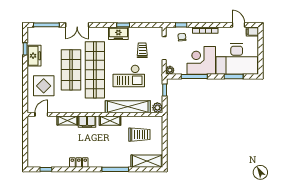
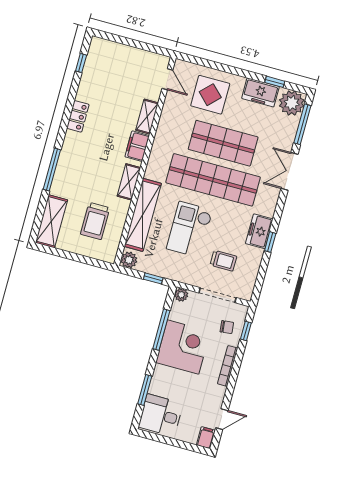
plant: (35, 35) -> (292, 103), added
desk: (237, 59) -> (161, 415), width x0.53, depth x0.77

